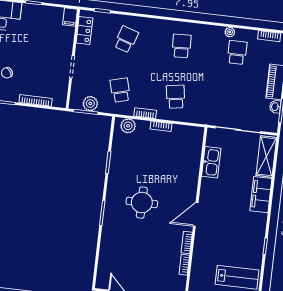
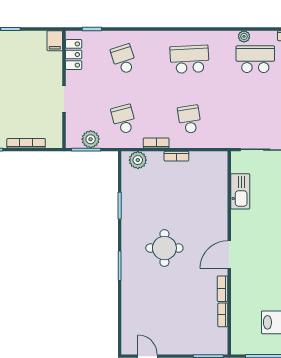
school desk: (126, 39) -> (124, 59), turned -36
school desk: (182, 46) -> (189, 59), width x1.85
school desk: (237, 52) -> (255, 59), width x1.85

